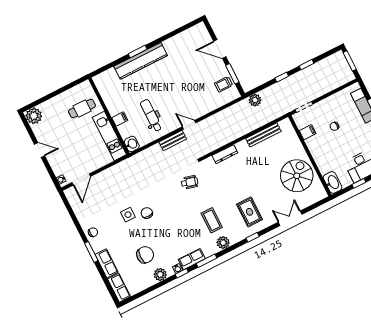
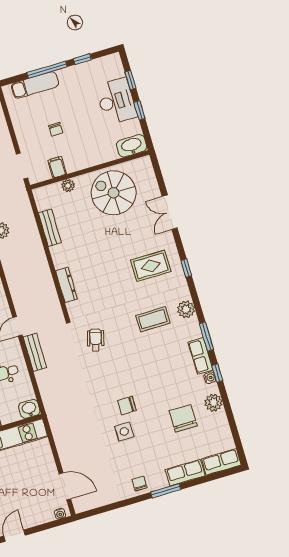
bench: (263, 135) -> (50, 228), width x0.73
plant: (296, 142) -> (68, 185), added

